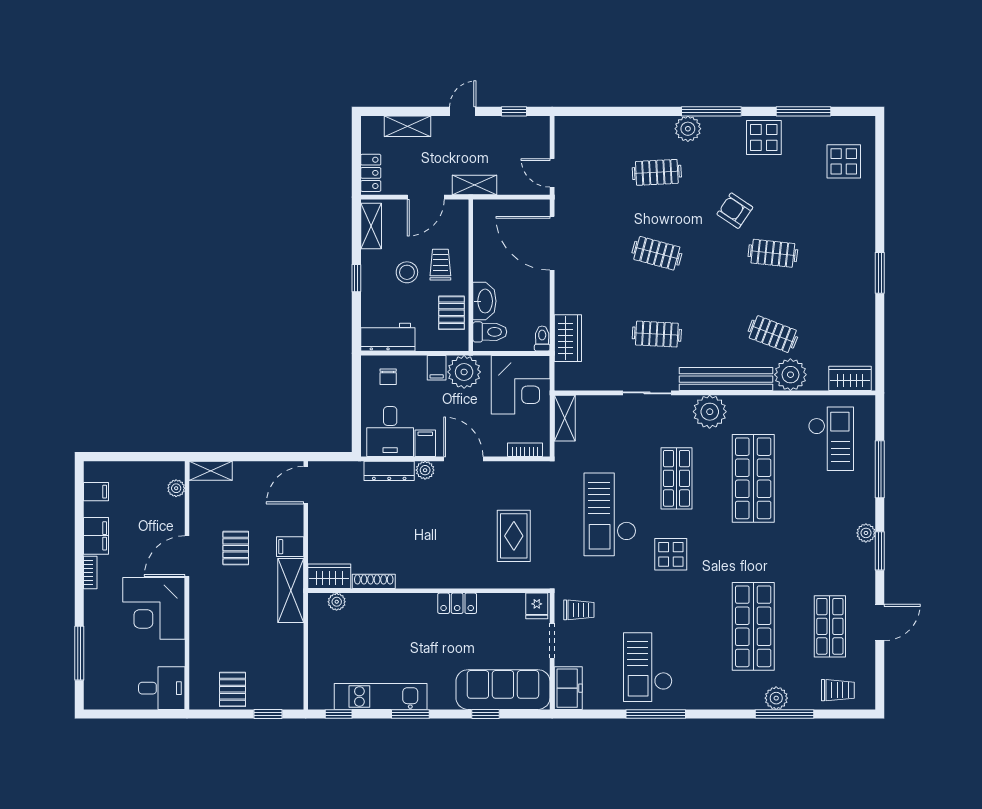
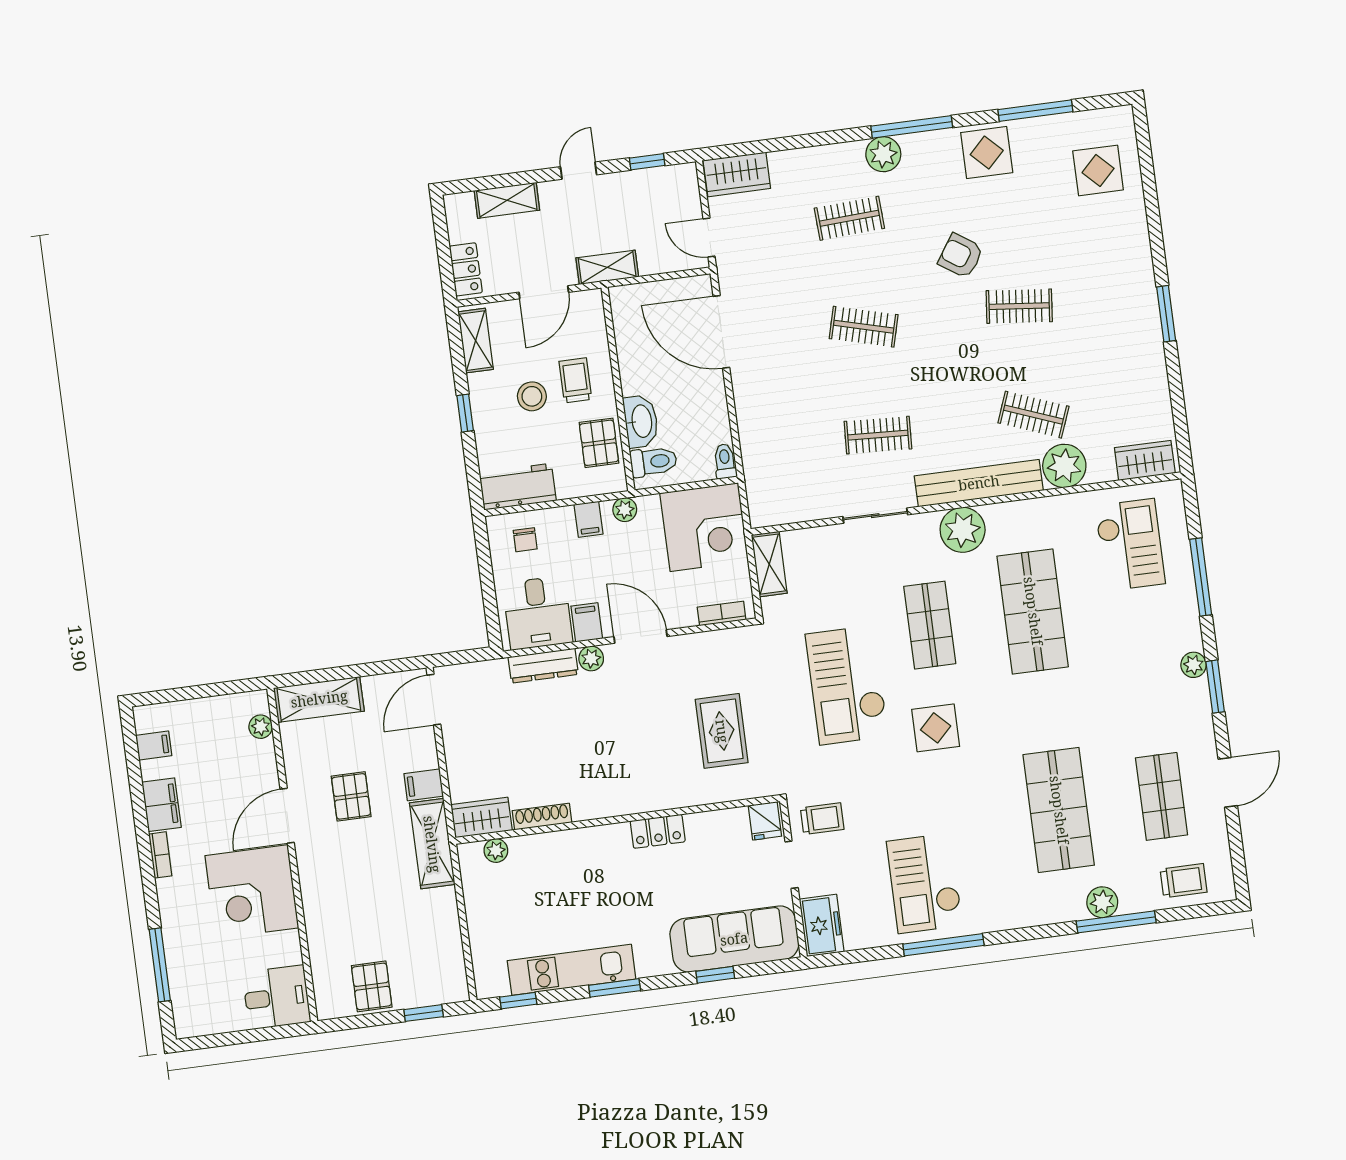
wardrobe: (568, 338) -> (737, 174), moved, turned 90
plant: (464, 372) -> (625, 510), width x0.53, depth x0.53
shelving: (211, 471) -> (319, 699), width x1.50, depth x1.33

